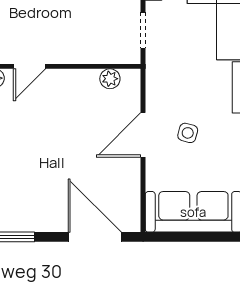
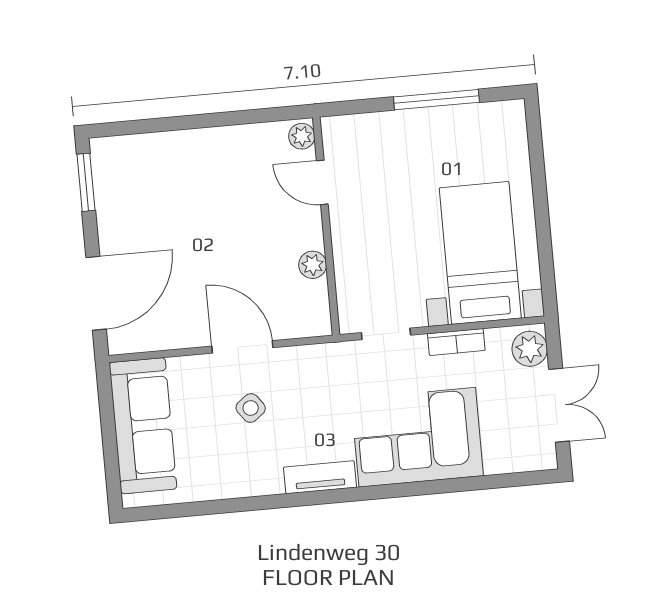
plant: (110, 79) -> (313, 265), moved
side table: (188, 133) -> (251, 408), turned 38

